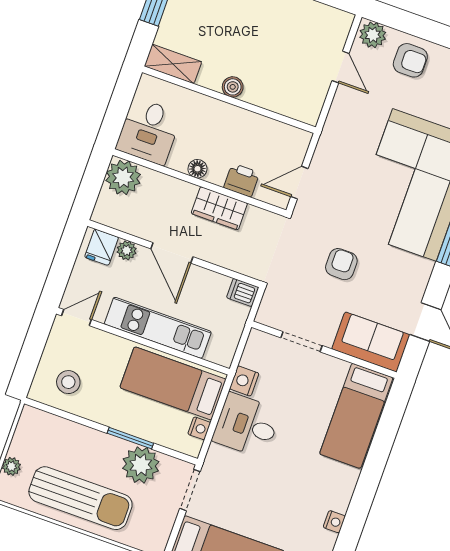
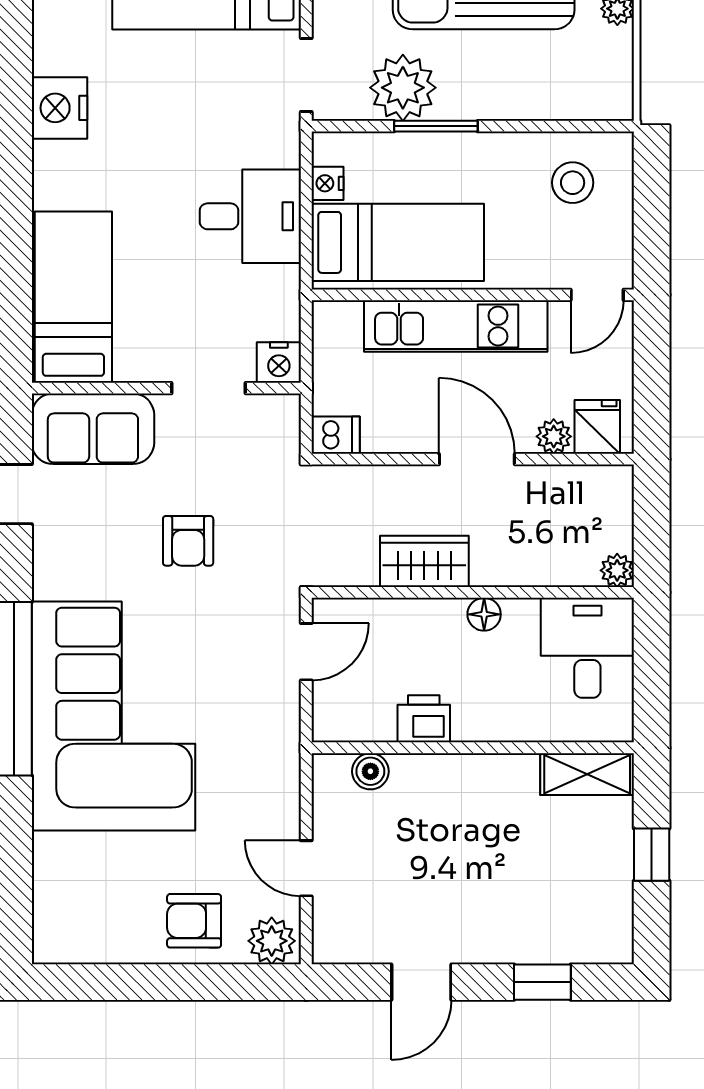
boiler: (233, 87) -> (370, 771), moved
plant: (123, 177) -> (617, 570), width x0.53, depth x0.53
printer: (242, 180) -> (424, 719), moved, turned 180
nightstand: (244, 381) -> (279, 362), moved, turned 90
nightstand: (334, 522) -> (60, 108), width x1.89, depth x1.79

